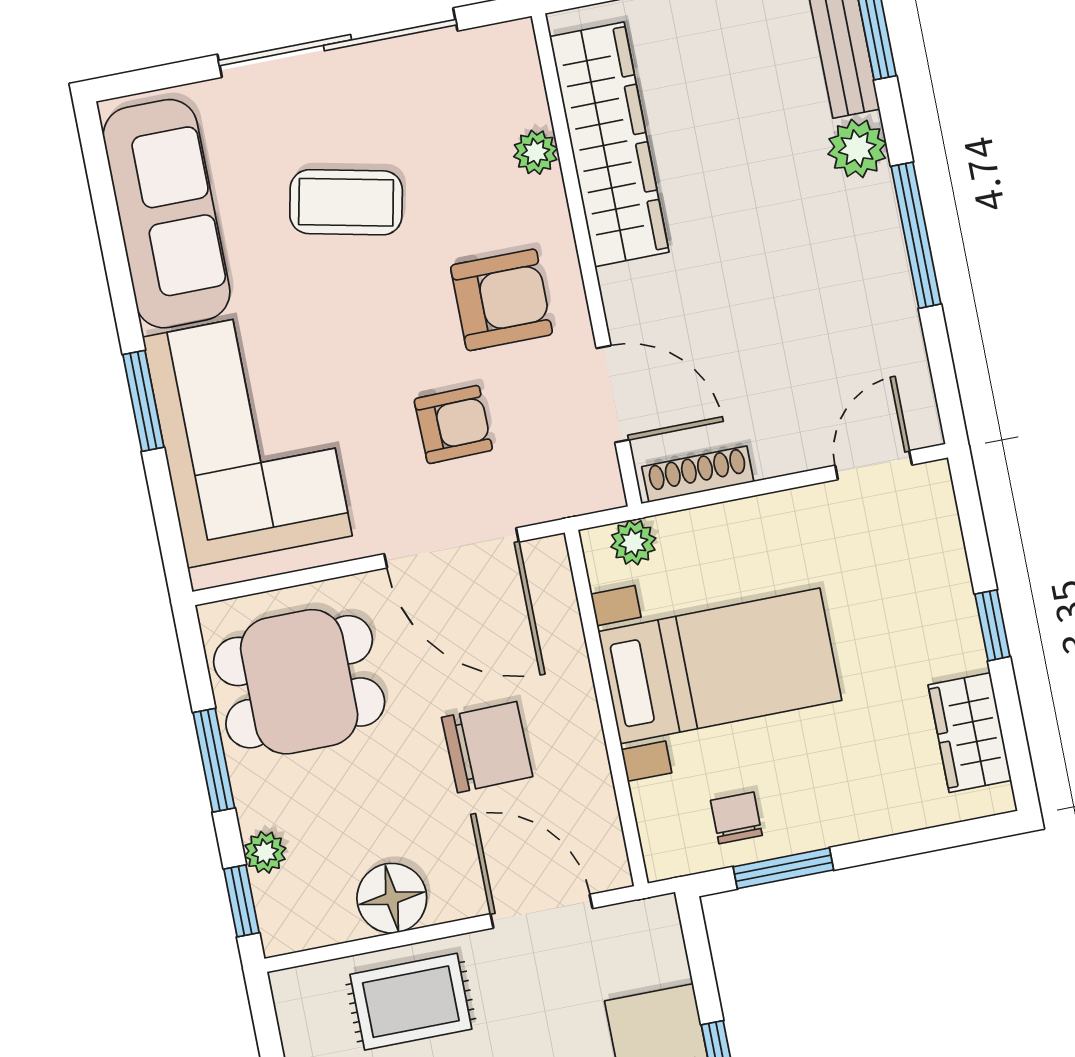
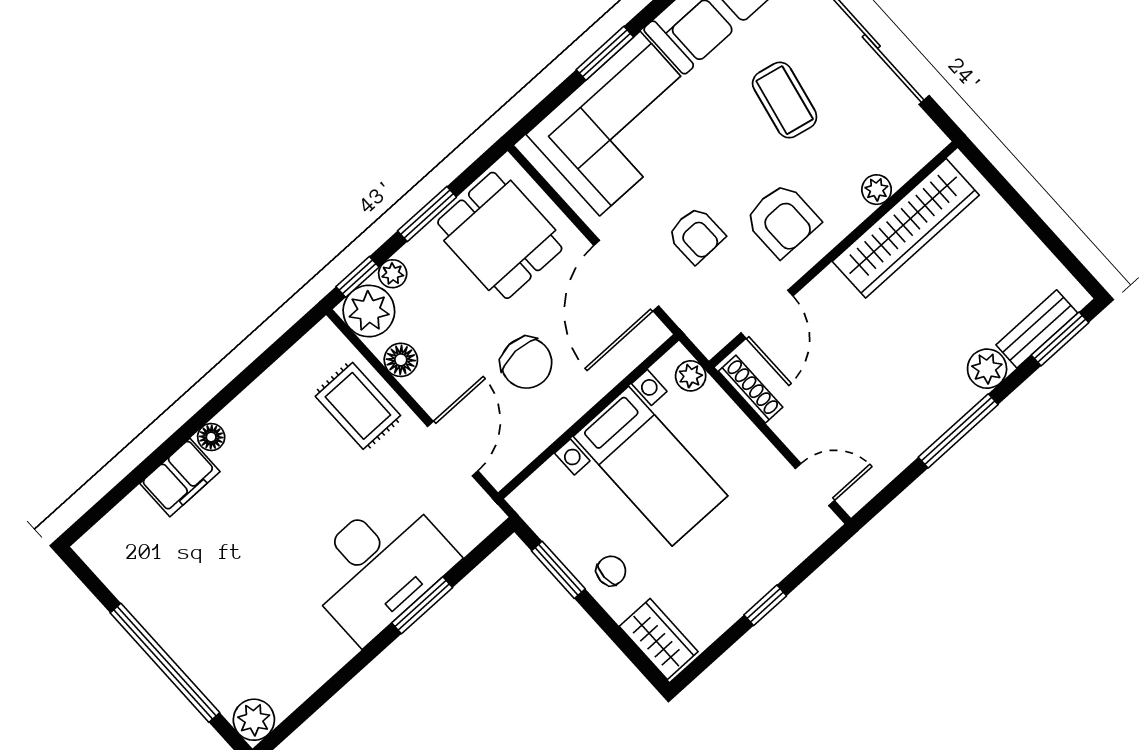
wardrobe: (970, 733) -> (659, 639), moved, turned 90
chair: (736, 818) -> (611, 571), moved
floor lamp: (392, 898) -> (401, 360), width x0.73, depth x0.73
plant: (295, 913) -> (369, 311), added

